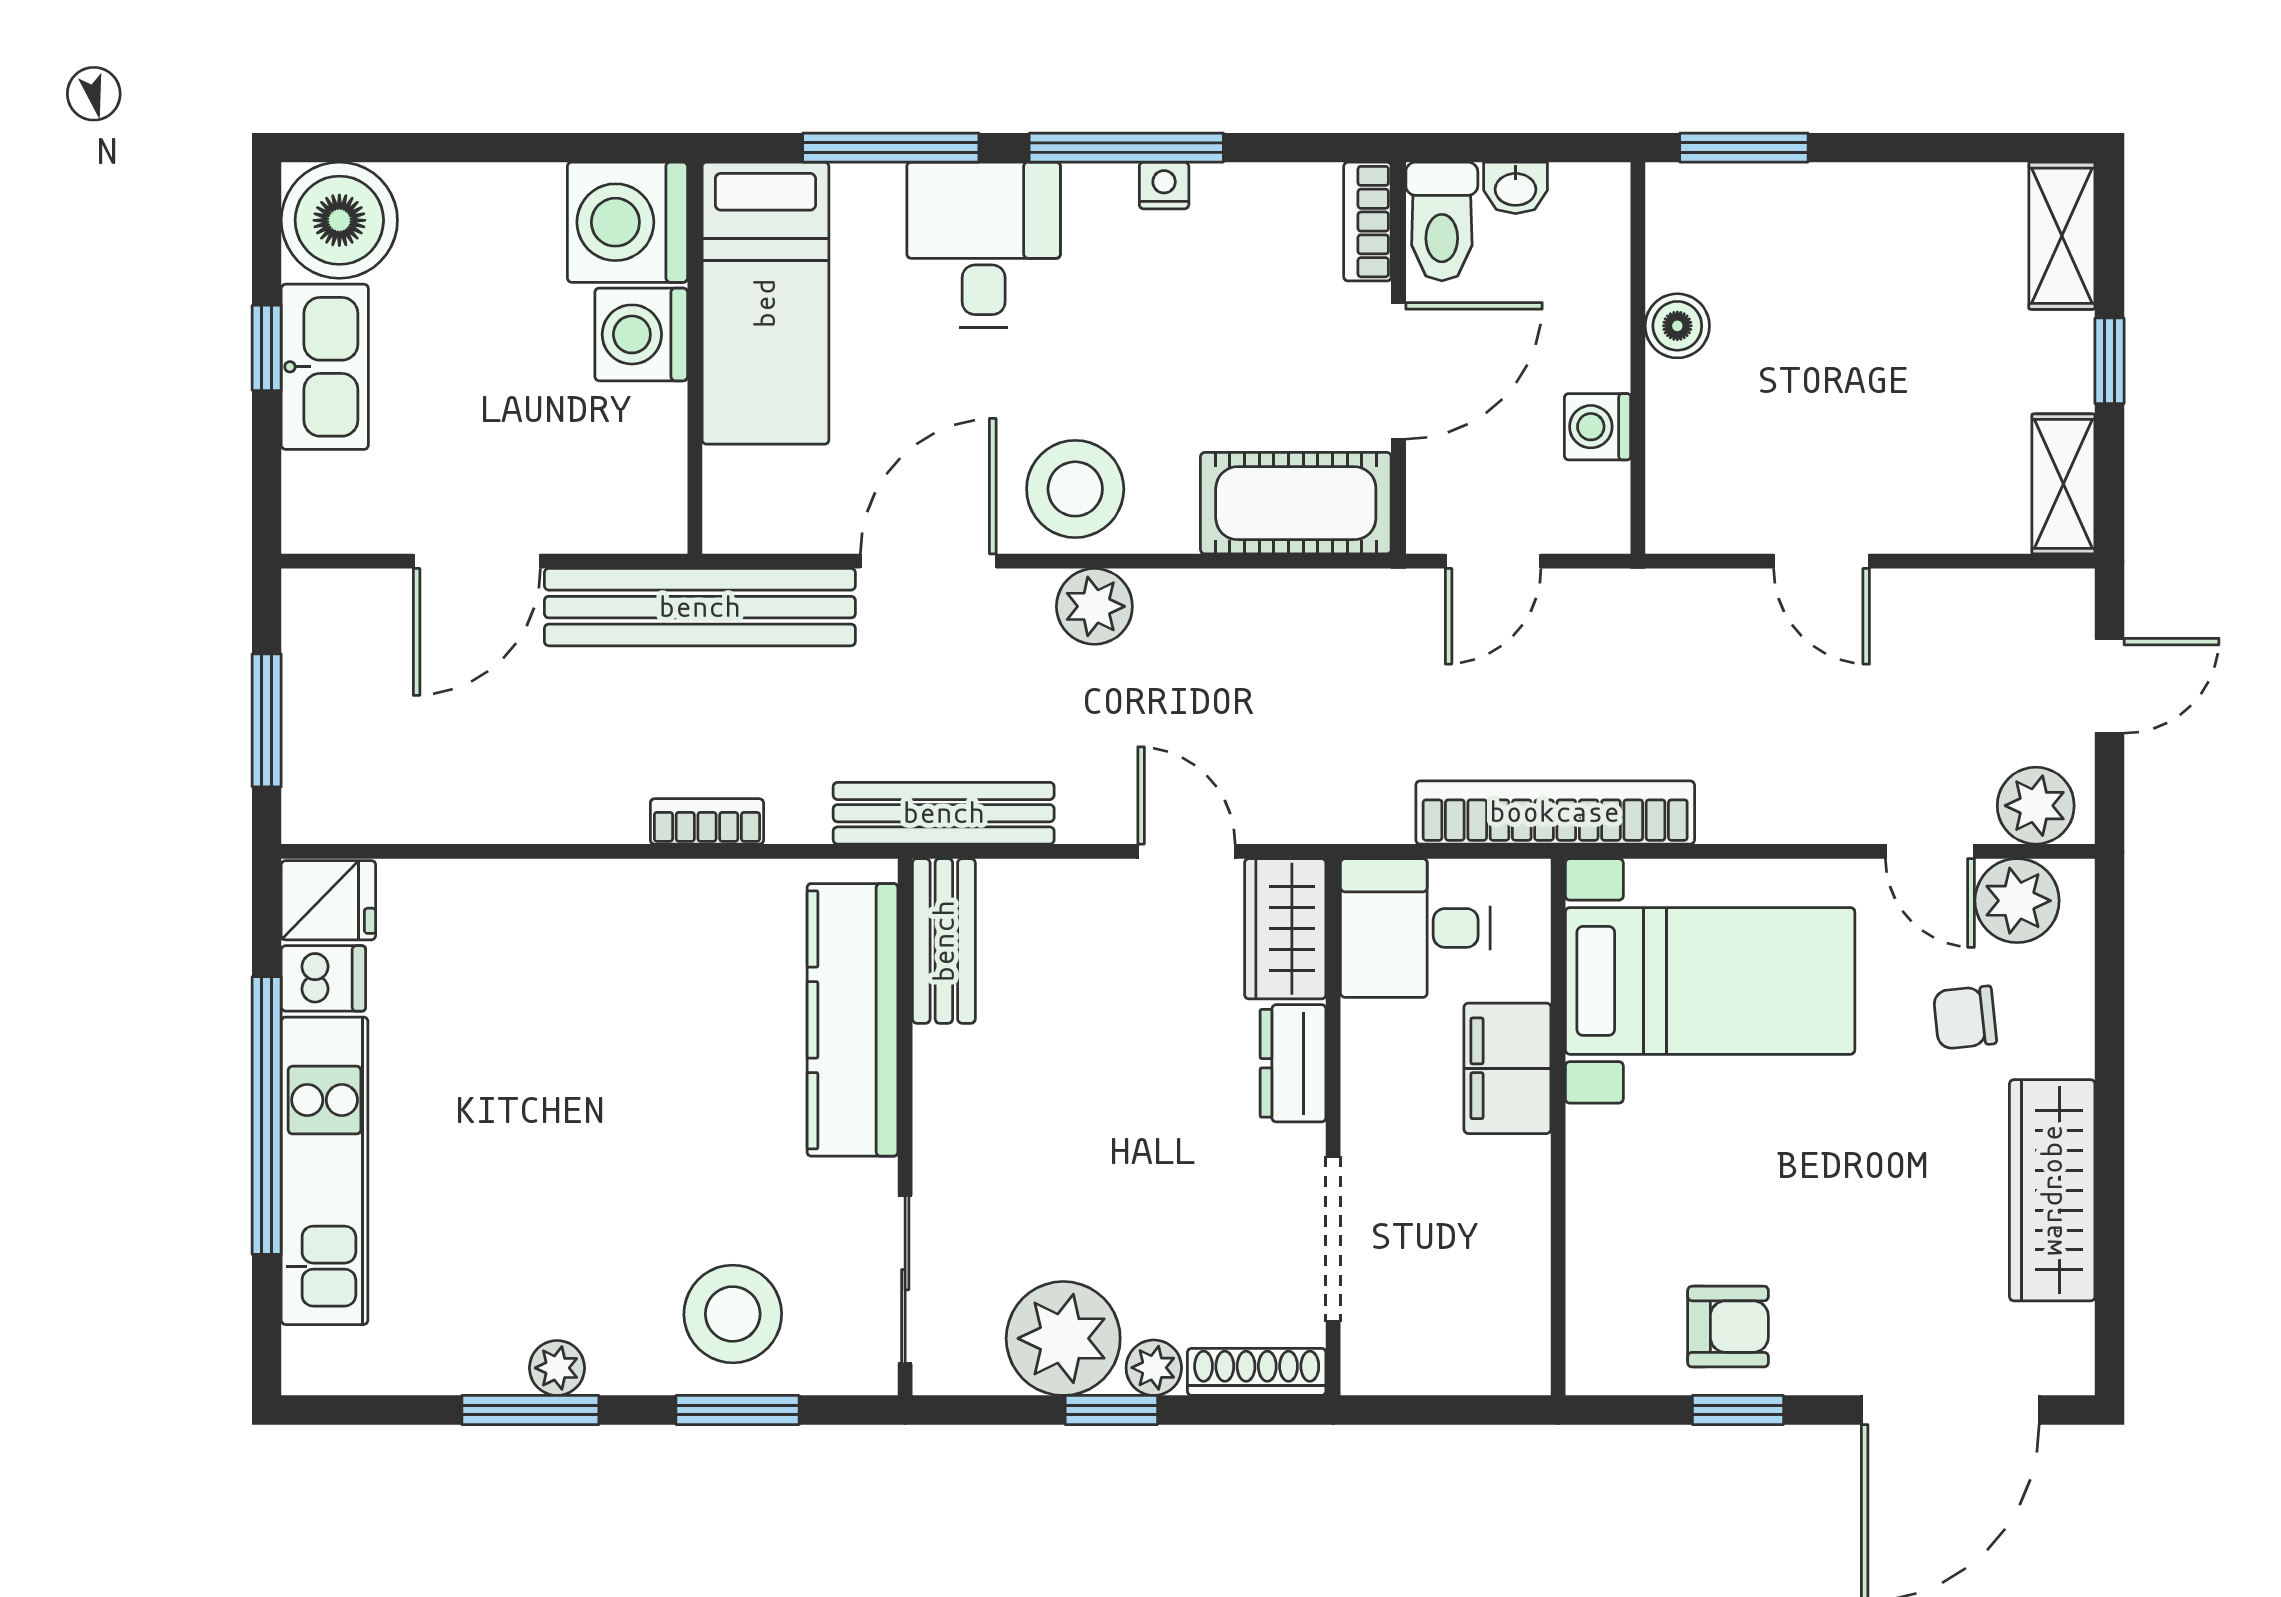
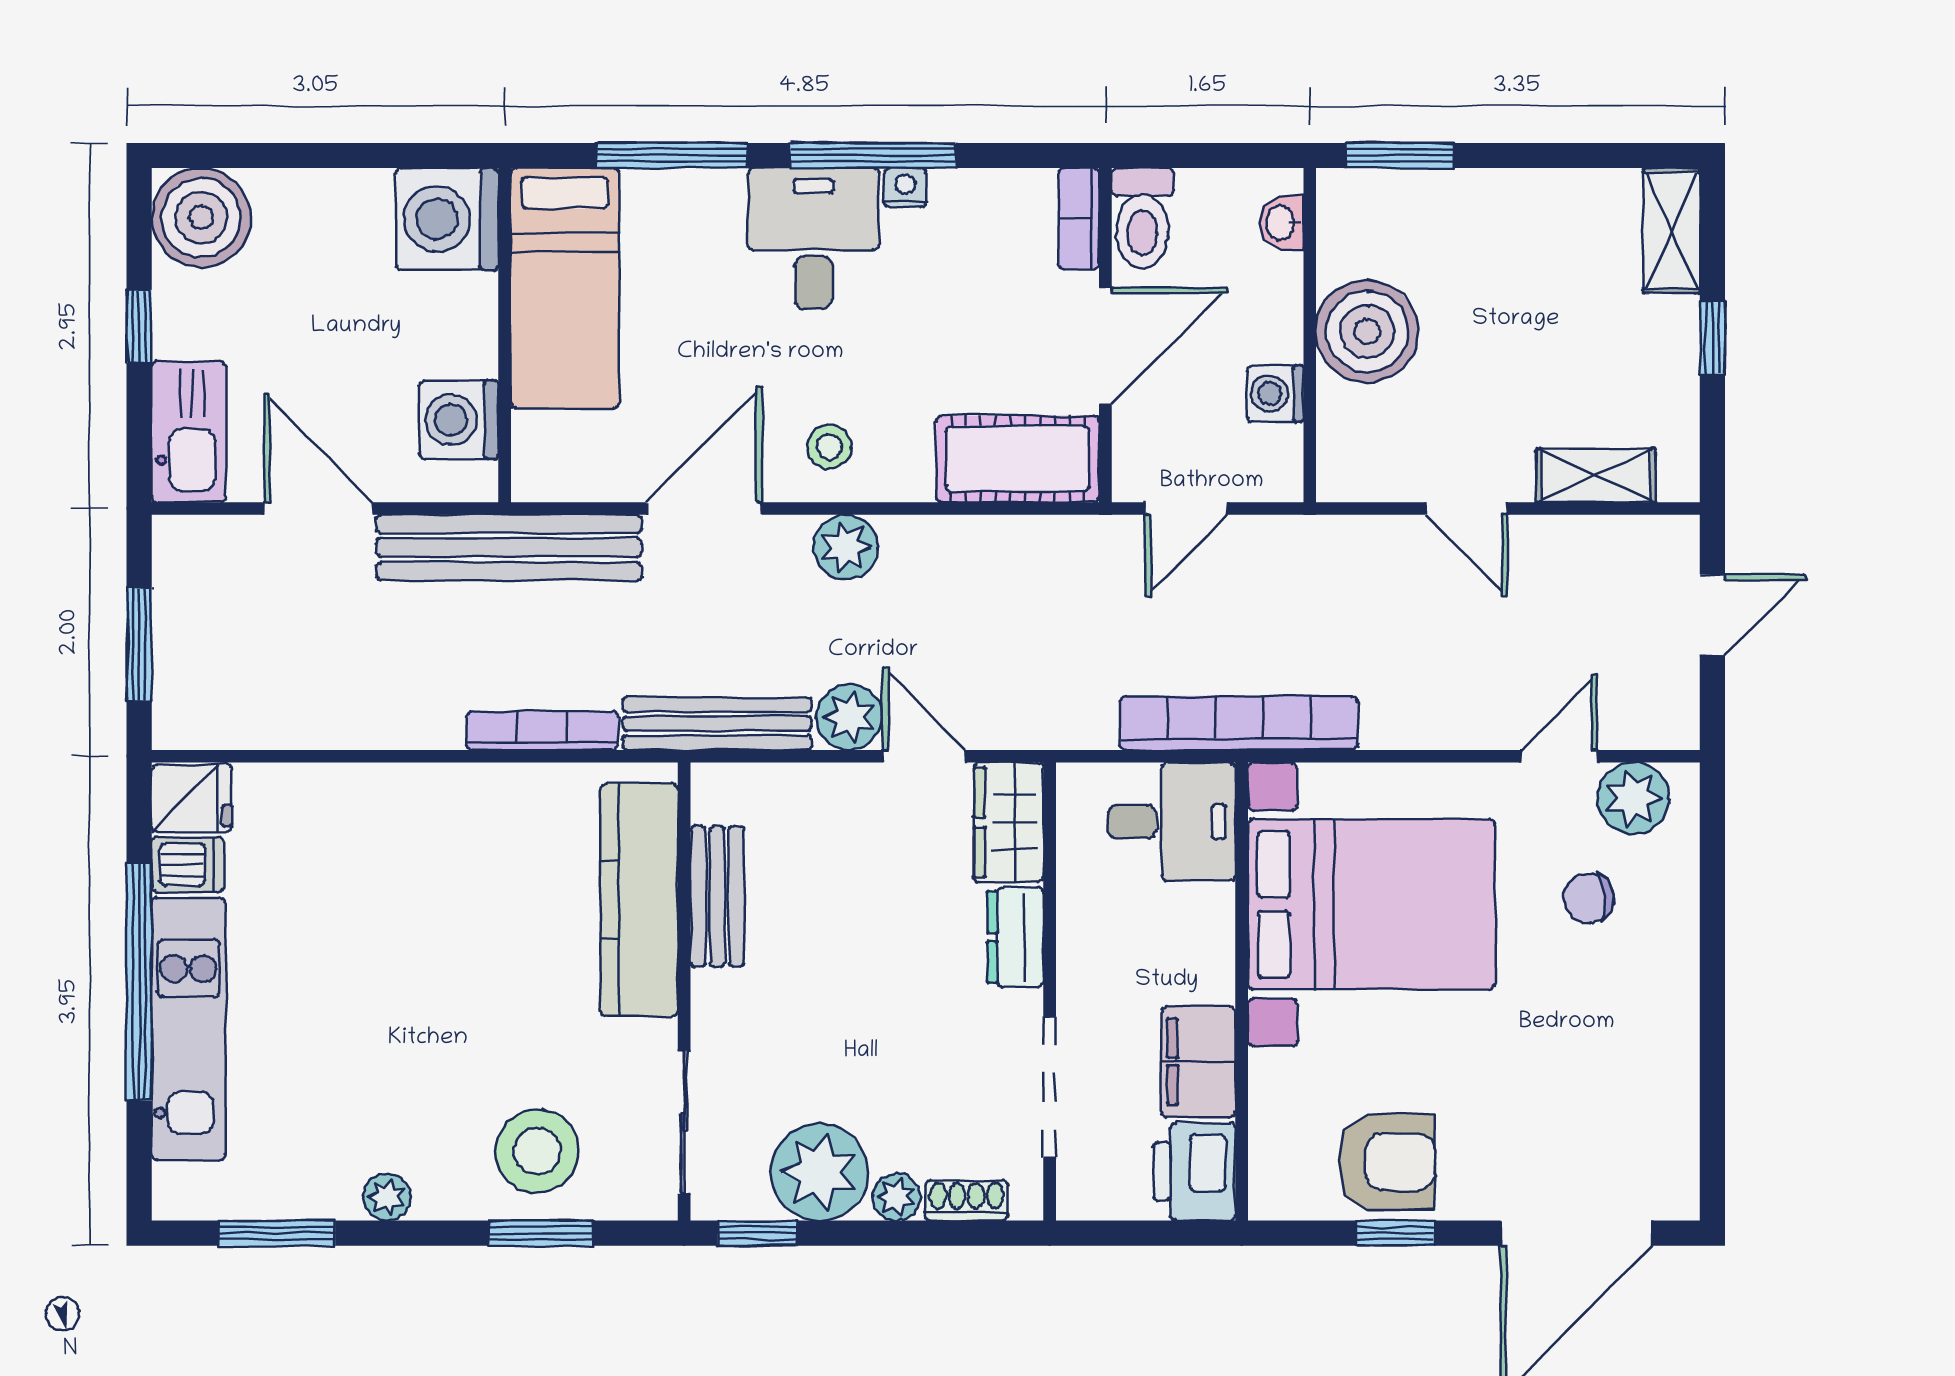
washbasin: (1516, 188) -> (1282, 223), moved, turned 90
desk: (984, 245) -> (813, 239), moved
boiler: (1677, 326) -> (1367, 331), width x1.86, depth x1.86
washing machine: (641, 334) -> (459, 420), moved
kitchen sink: (325, 367) -> (189, 432), moved
shelving: (2063, 484) -> (1596, 475), moved, turned 90
stool: (1075, 489) -> (829, 447), width x0.53, depth x0.53
door: (477, 561) -> (319, 508), swing flipped
plant: (2036, 806) -> (849, 717), moved
bookcase: (707, 821) -> (542, 731), width x1.56
door: (1930, 851) -> (1559, 756), swing flipped
desk: (1415, 928) -> (1172, 822), moved, turned 180
bench: (944, 941) -> (717, 896), moved
bed with nightstands: (1710, 981) -> (1371, 904), width x1.36
filing cabinet: (1507, 1068) -> (1198, 1062), moved
wardrobe: (2052, 1190) -> (1663, 1046), removed
armchair: (1728, 1327) -> (1387, 1162), width x1.38, depth x1.38
printer: (1503, 1338) -> (1195, 1172), added
shoe rack: (1257, 1372) -> (967, 1201), width x0.70
window: (530, 1410) -> (277, 1233), moved
window: (1111, 1410) -> (757, 1233), moved

